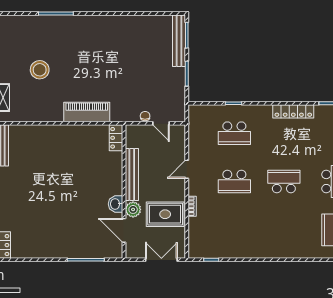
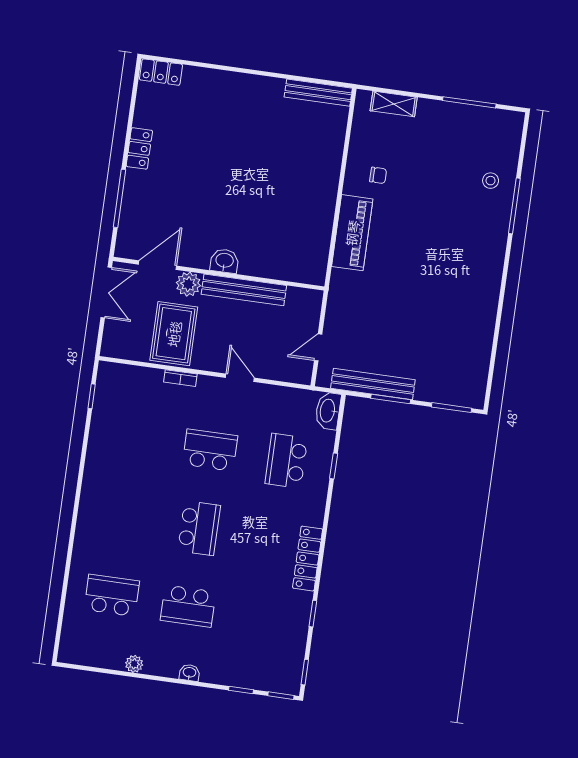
bench: (179, 41) -> (373, 384), moved
stool: (40, 70) -> (491, 181), moved, width x0.53, depth x0.53
washbasin: (200, 112) -> (328, 411), added
chair: (145, 116) -> (378, 175), moved
locker: (116, 138) -> (139, 148), moved, turned 90
school desk: (234, 182) -> (210, 450), turned 90
washbasin: (115, 204) -> (224, 261), moved
double door: (161, 260) -> (106, 292), moved

